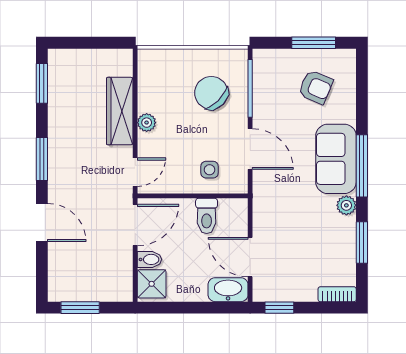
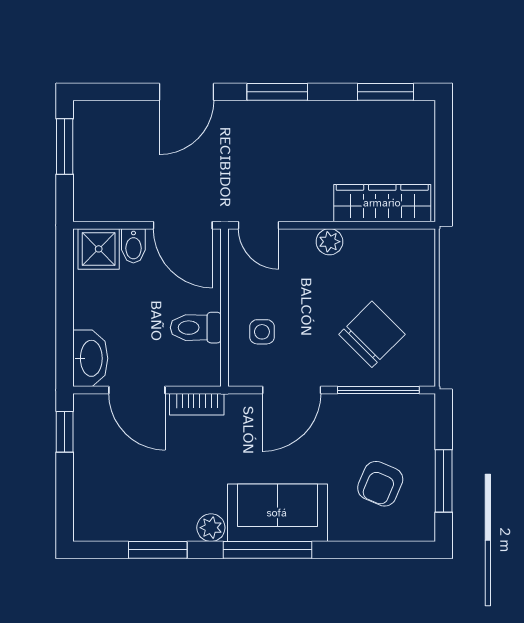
wardrobe: (120, 111) -> (382, 203), moved
door: (250, 257) -> (137, 390), swing flipped
bookcase: (337, 294) -> (197, 404), moved, turned 90

